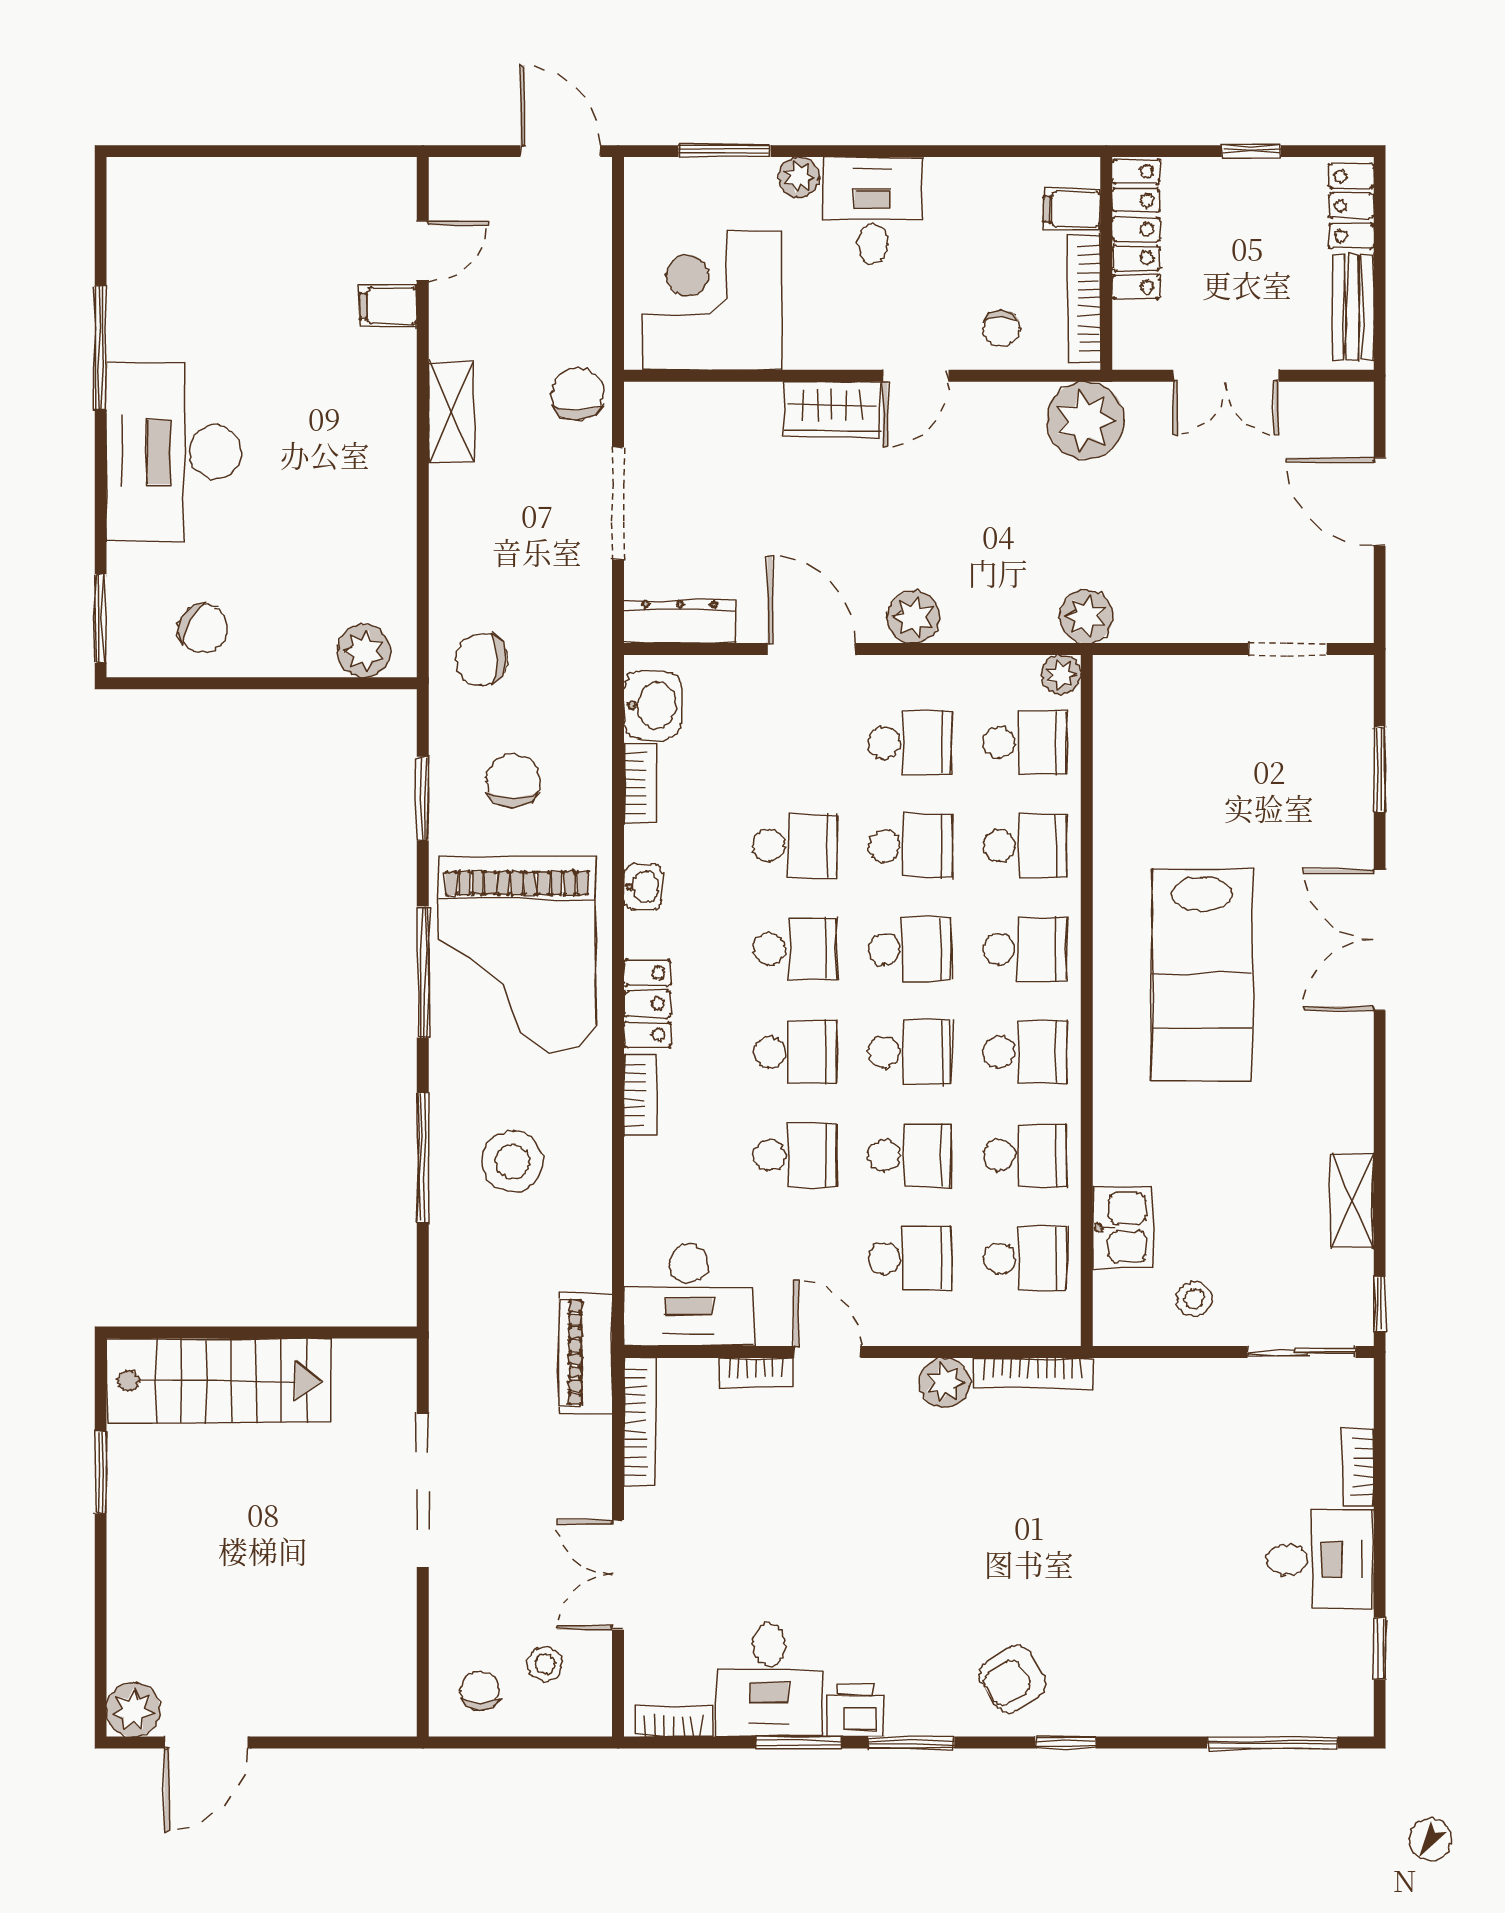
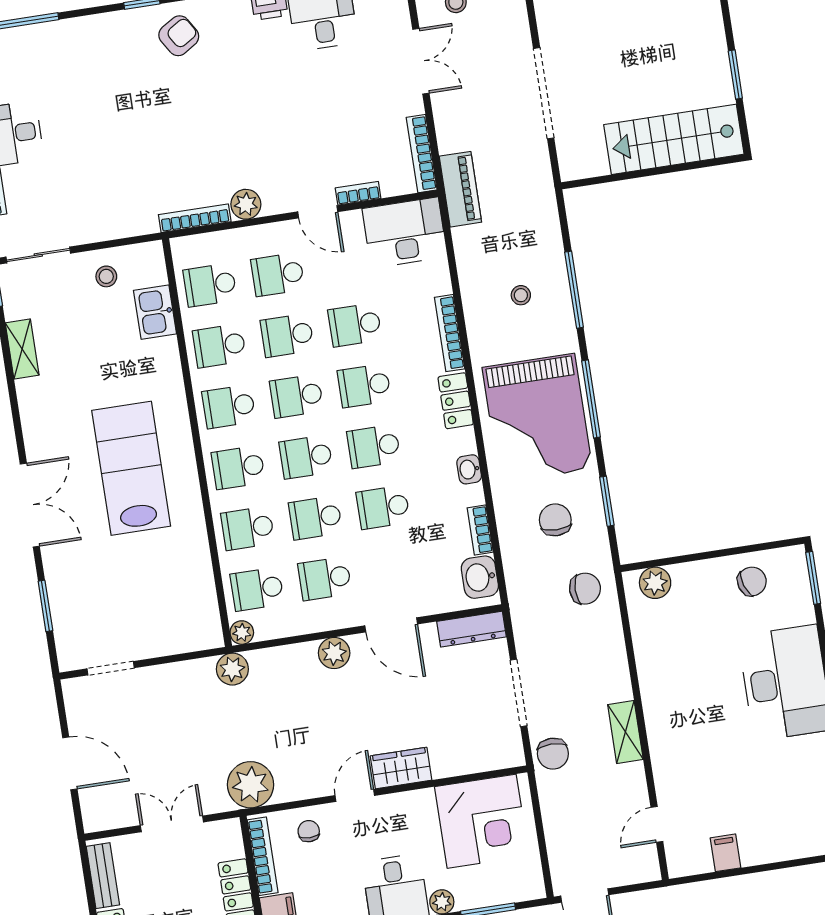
filing cabinet: (388, 306) -> (726, 853), moved, turned -90
chair: (203, 628) -> (752, 581), turned 133
chair: (513, 781) -> (555, 520), turned 180
grand piano: (517, 954) -> (537, 418), turned 180
bookcase: (640, 1095) -> (450, 333), width x1.56
stool: (512, 1162) -> (521, 295), width x0.53, depth x0.53

